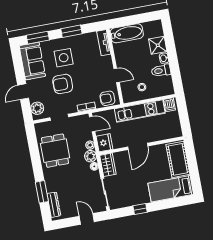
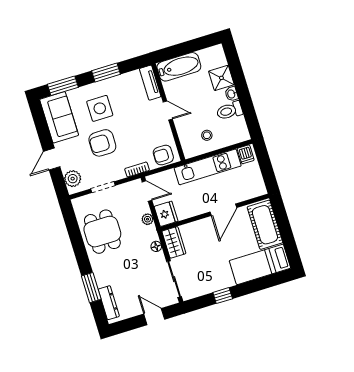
door: (117, 75) -> (168, 110), moved
door: (138, 146) -> (223, 210), moved
plant: (91, 156) -> (150, 234), removed

